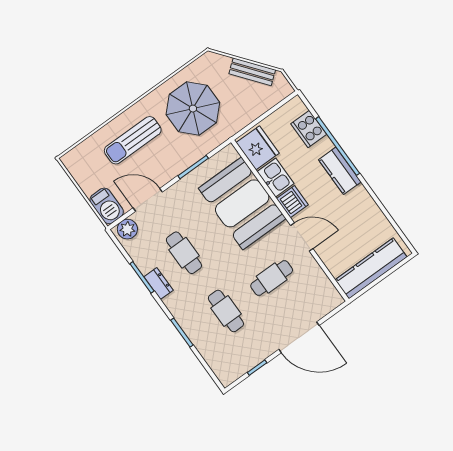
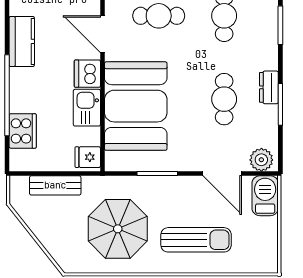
bench: (252, 72) -> (55, 185), moved, turned -52
fridge: (258, 148) -> (88, 157), width x0.53, depth x0.75
kitchen counter: (340, 171) -> (22, 41), moved

